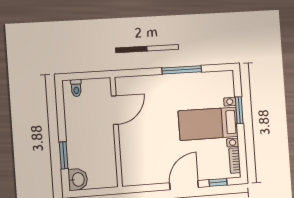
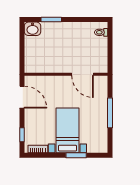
door: (115, 110) -> (83, 74), moved
wall: (116, 132) -> (66, 74), moved
door: (184, 185) -> (22, 97), moved

